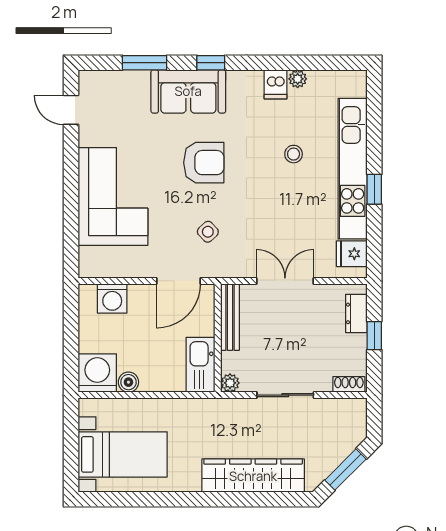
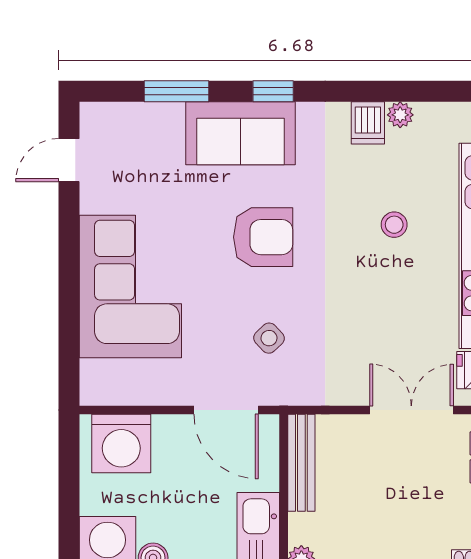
door: (71, 110) -> (69, 160), hinge flipped
door: (178, 281) -> (226, 410), hinge flipped
double door: (285, 281) -> (411, 410), moved
washing machine: (112, 299) -> (121, 444), width x1.37, depth x1.37

